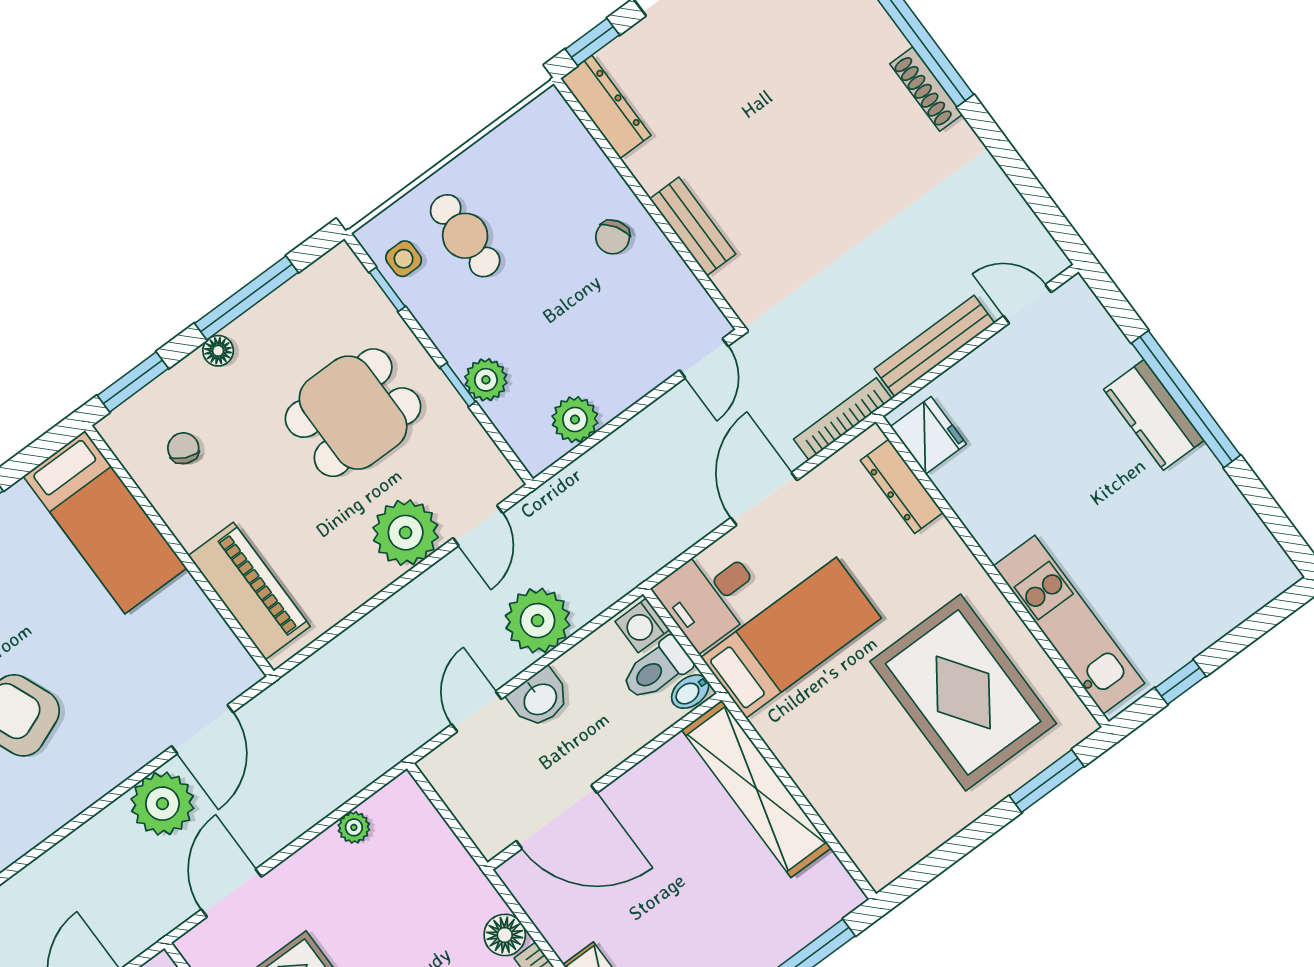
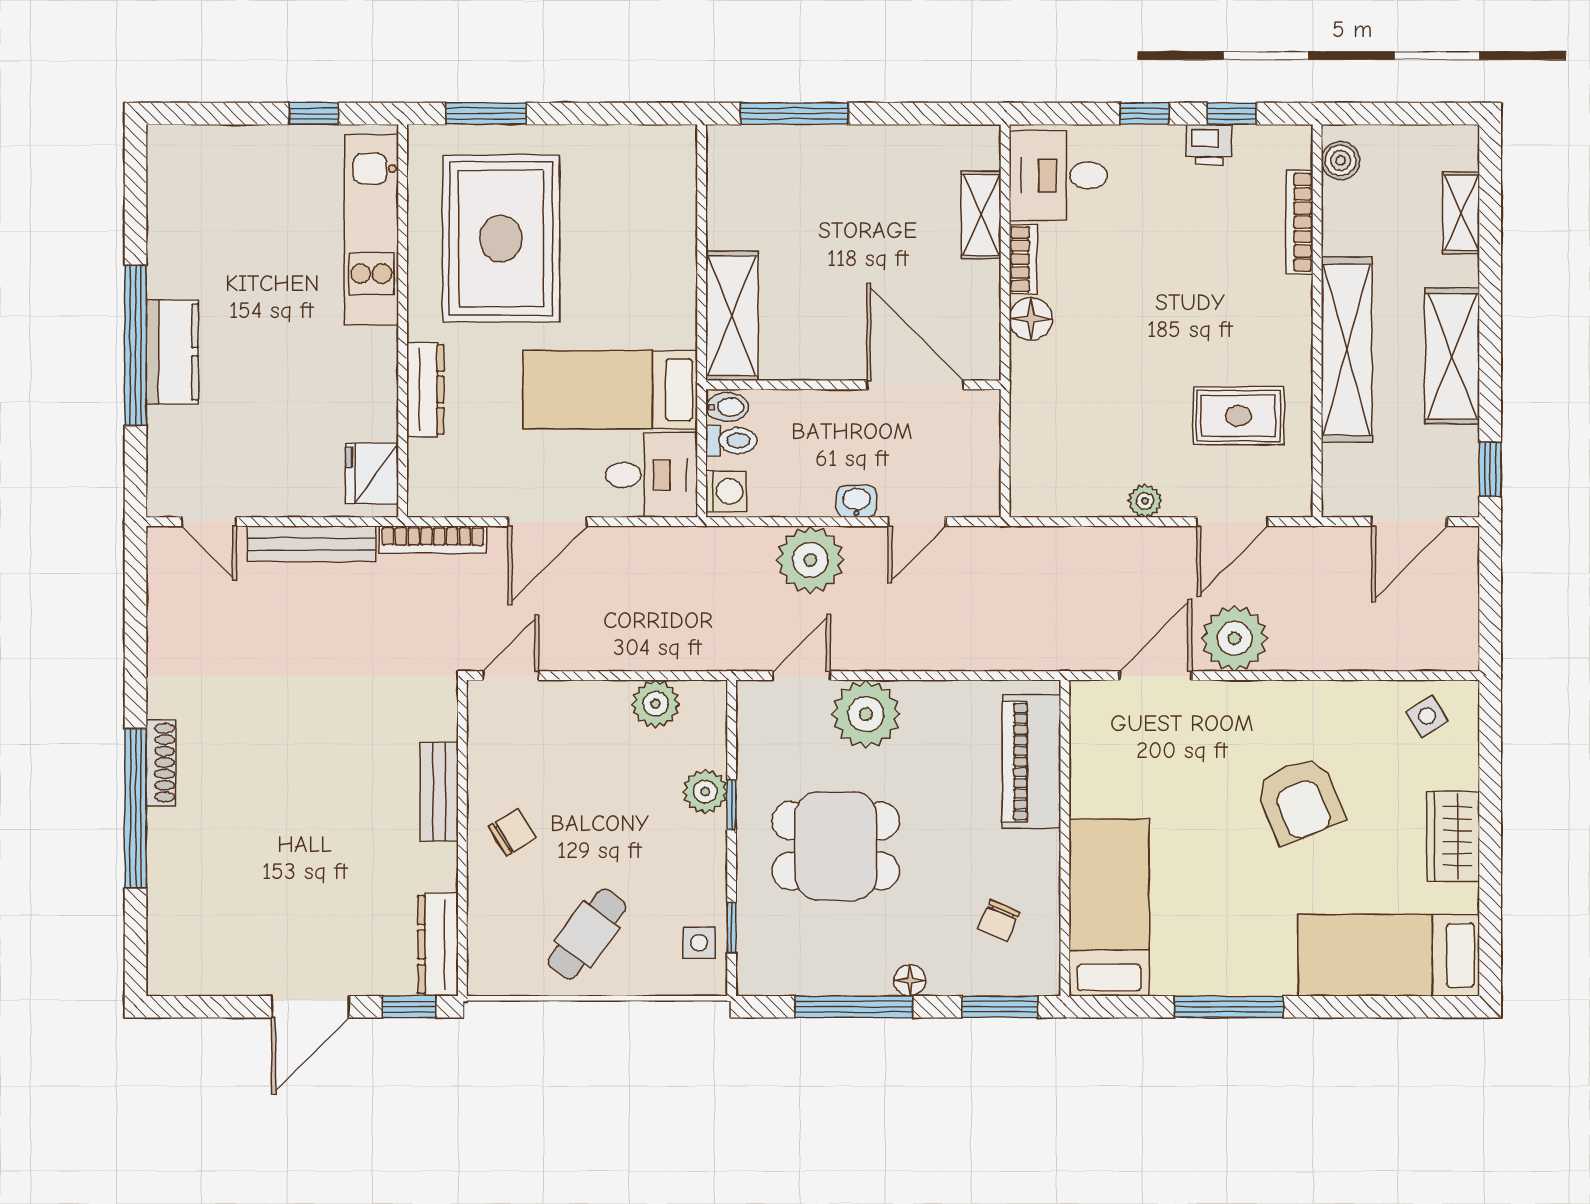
cafe table: (465, 236) -> (587, 934), moved, turned 37
dresser: (902, 486) -> (425, 389), moved
toilet: (657, 669) -> (731, 441), width x0.73, depth x0.72
washbasin: (540, 698) -> (856, 501), width x0.72, depth x0.69
shelving: (756, 789) -> (732, 316), width x0.68
plant: (354, 827) -> (1145, 501), moved

